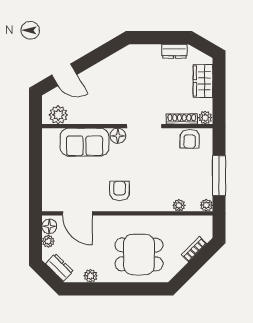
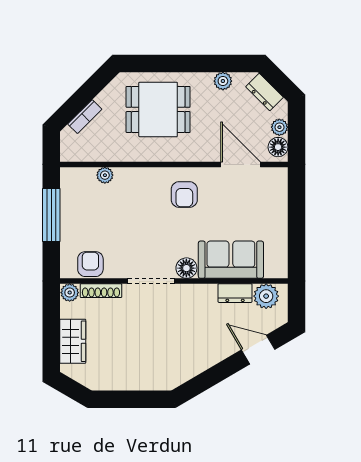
dresser: (174, 51) -> (235, 293), moved, turned 180
plant: (206, 205) -> (68, 175), removed

